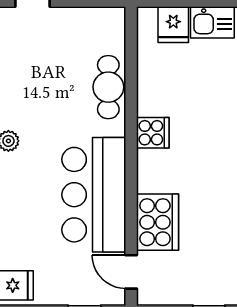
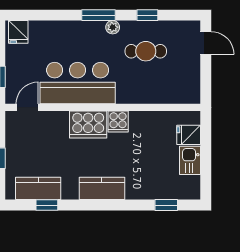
cafe table: (108, 87) -> (146, 51), moved
cooker: (157, 222) -> (88, 125), moved

